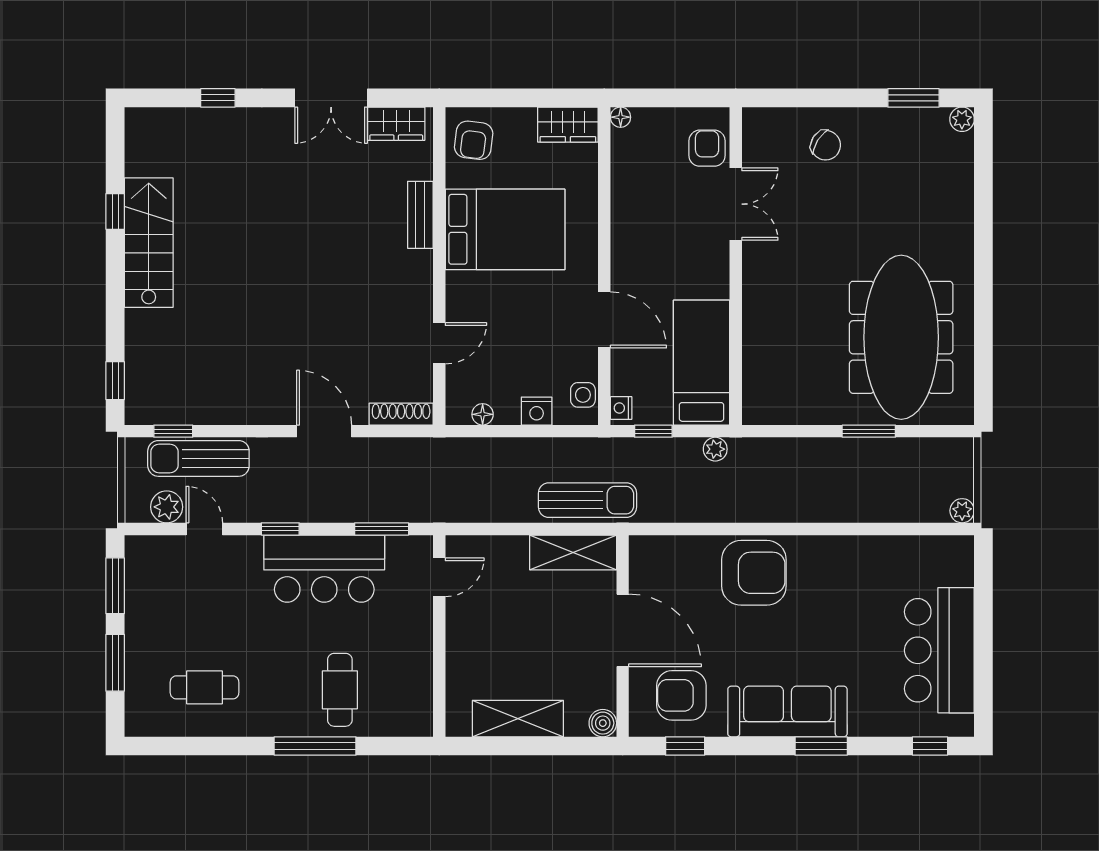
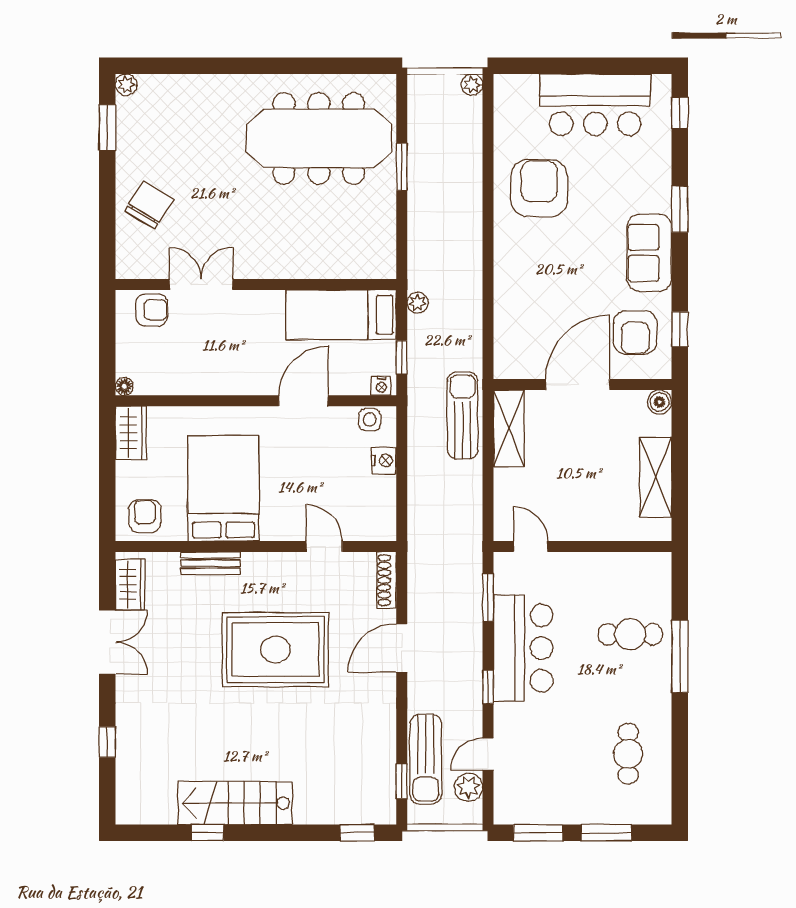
armchair: (474, 140) -> (145, 516), turned -97
chair: (826, 145) -> (149, 205), width x1.37, depth x1.37
armchair: (707, 148) -> (152, 310), turned 180
rug: (322, 288) -> (275, 650), added
floor lamp: (483, 414) -> (387, 508), removed
armchair: (754, 573) -> (539, 188), moved
sofa: (787, 711) -> (649, 253), width x0.73

